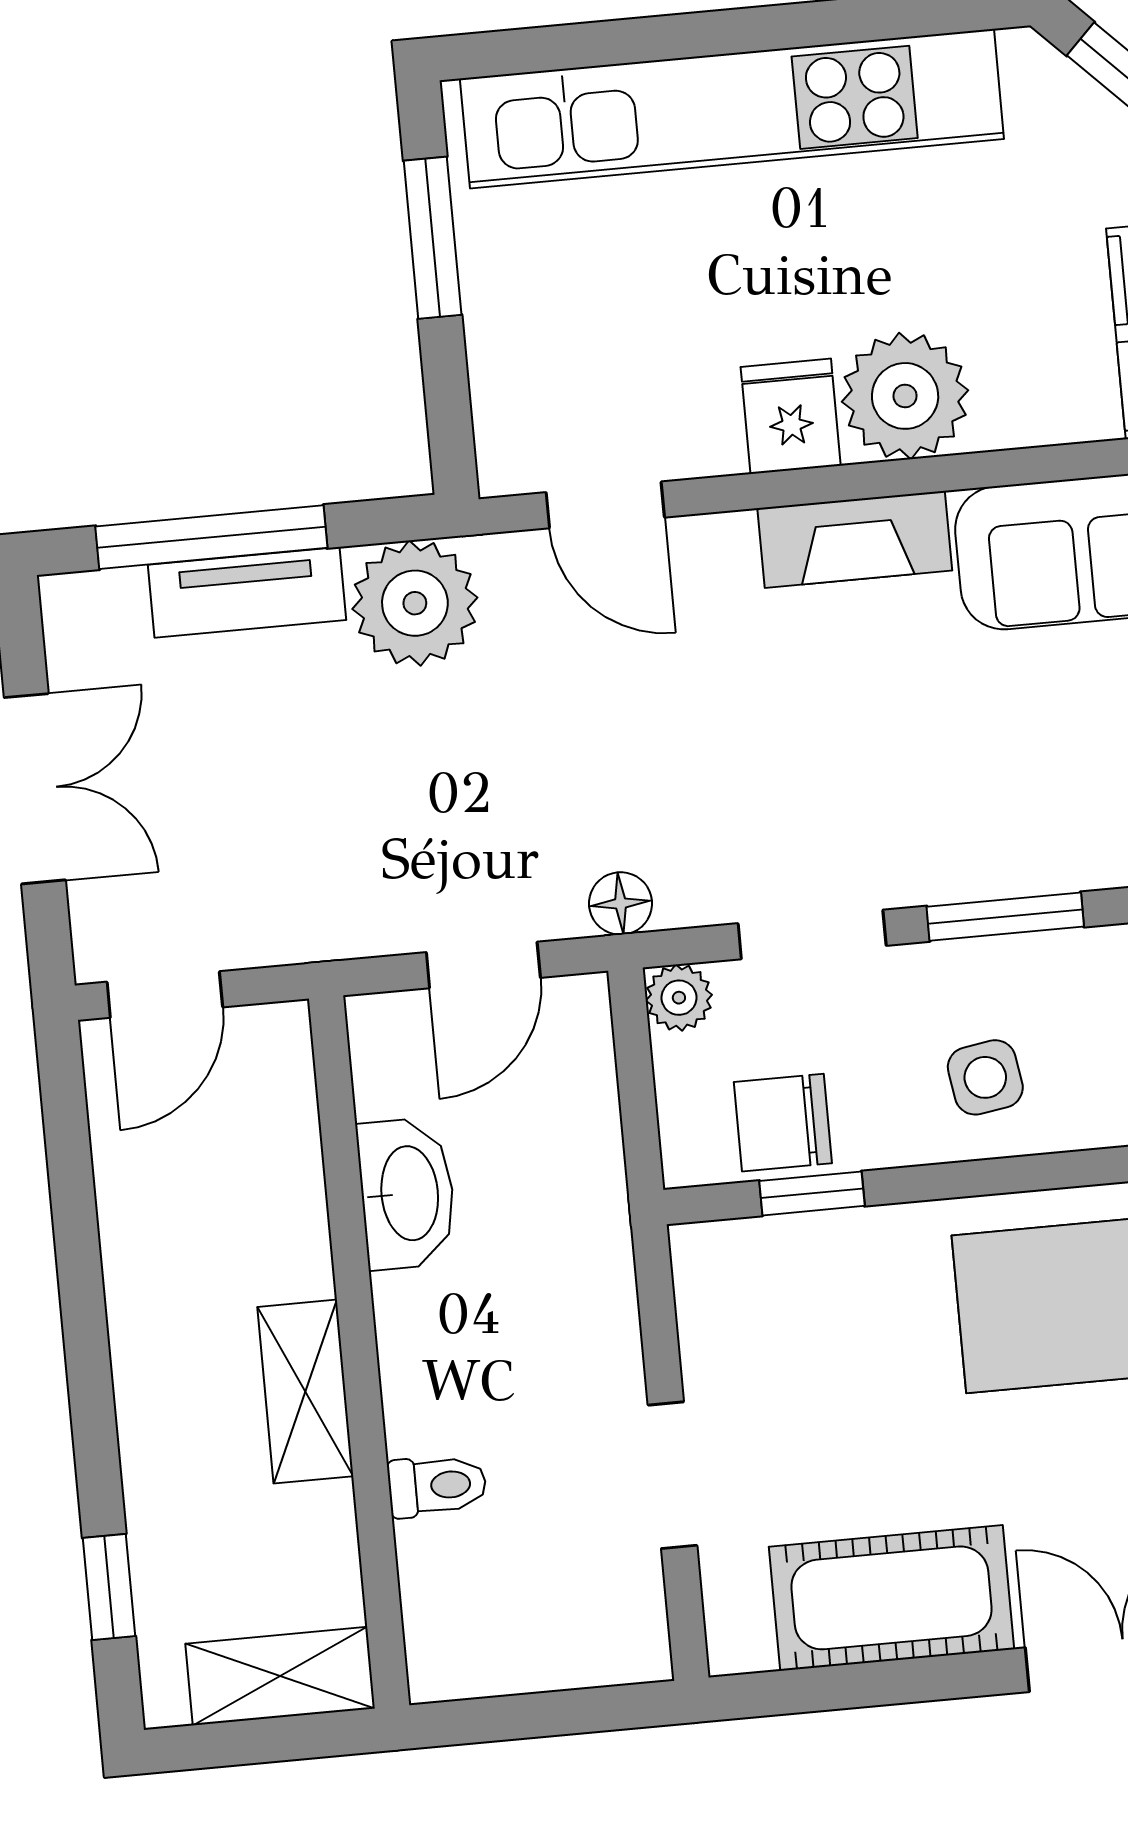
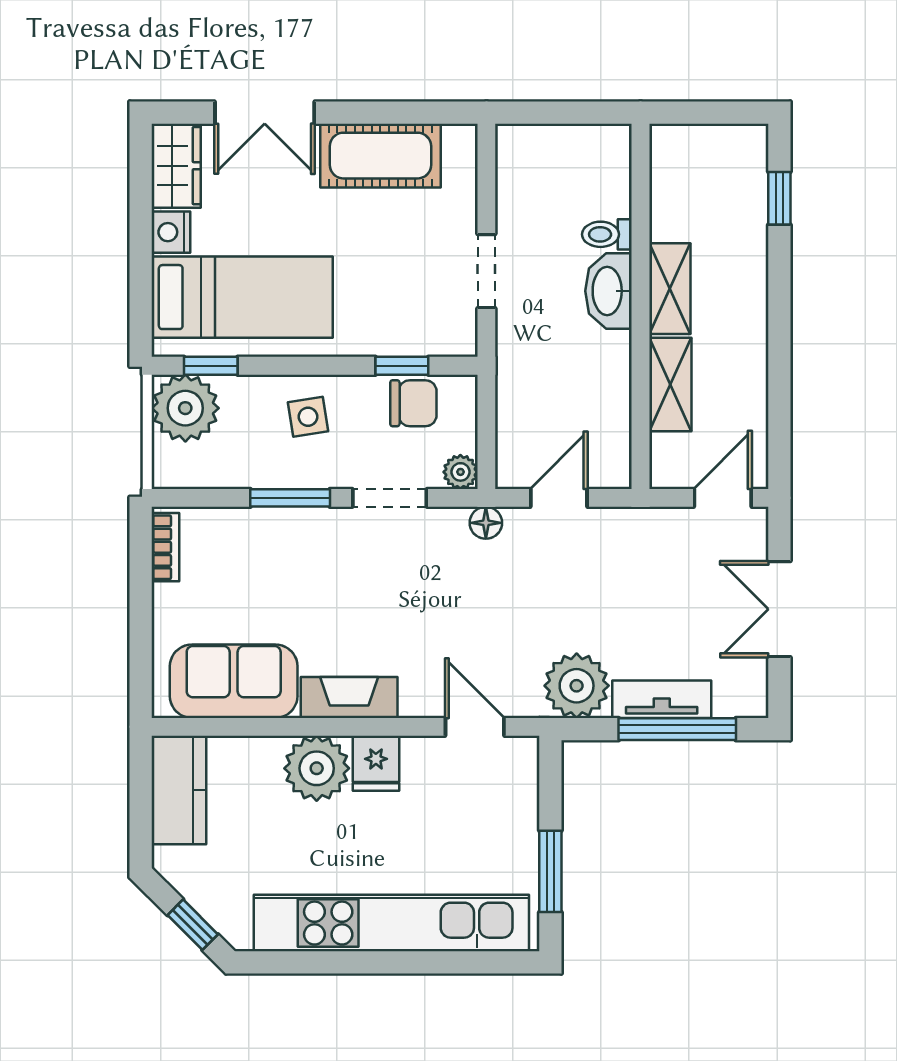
washbasin: (407, 1193) -> (609, 291), moved
doorway: (672, 1475) -> (486, 271), moved
shelving: (280, 1676) -> (670, 384), moved, turned 90

